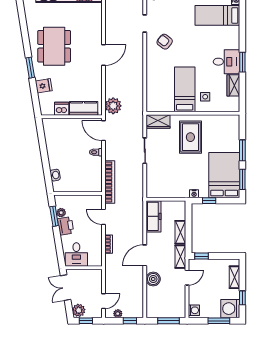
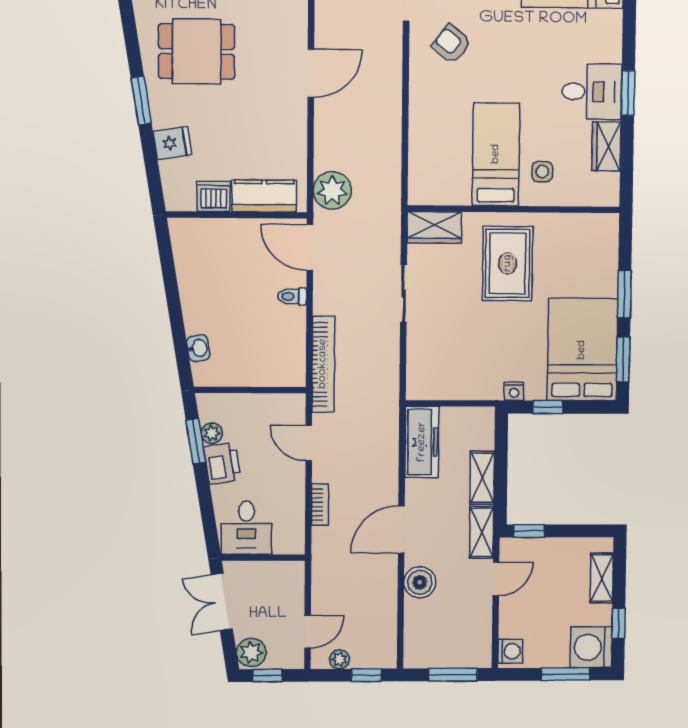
dining table: (54, 46) -> (197, 51), width x0.73

